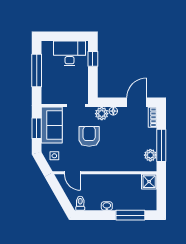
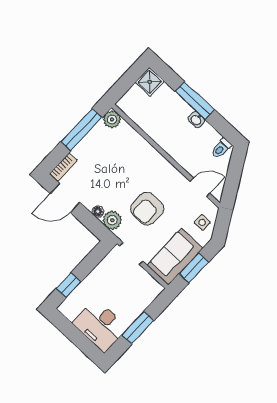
desk: (70, 53) -> (100, 325), moved
window: (37, 70) -> (138, 328), width x0.69
plant: (150, 155) -> (112, 120), moved
door: (72, 173) -> (200, 187), hinge flipped
shower: (149, 182) -> (150, 82), moved
window: (130, 215) -> (195, 101), moved

